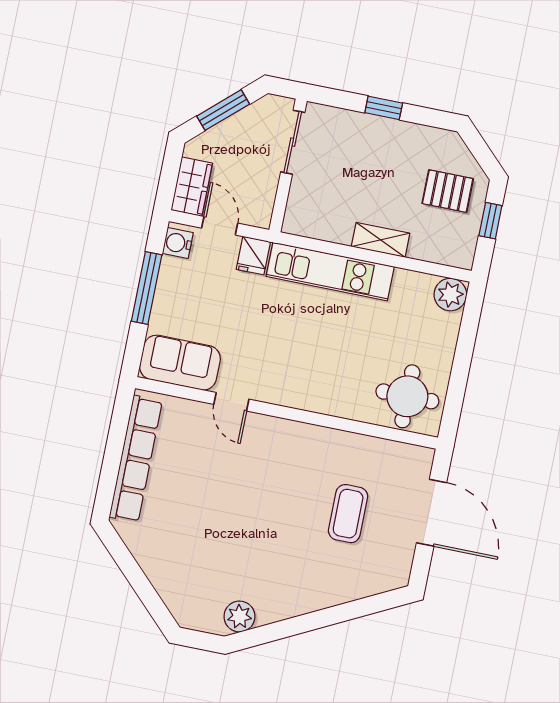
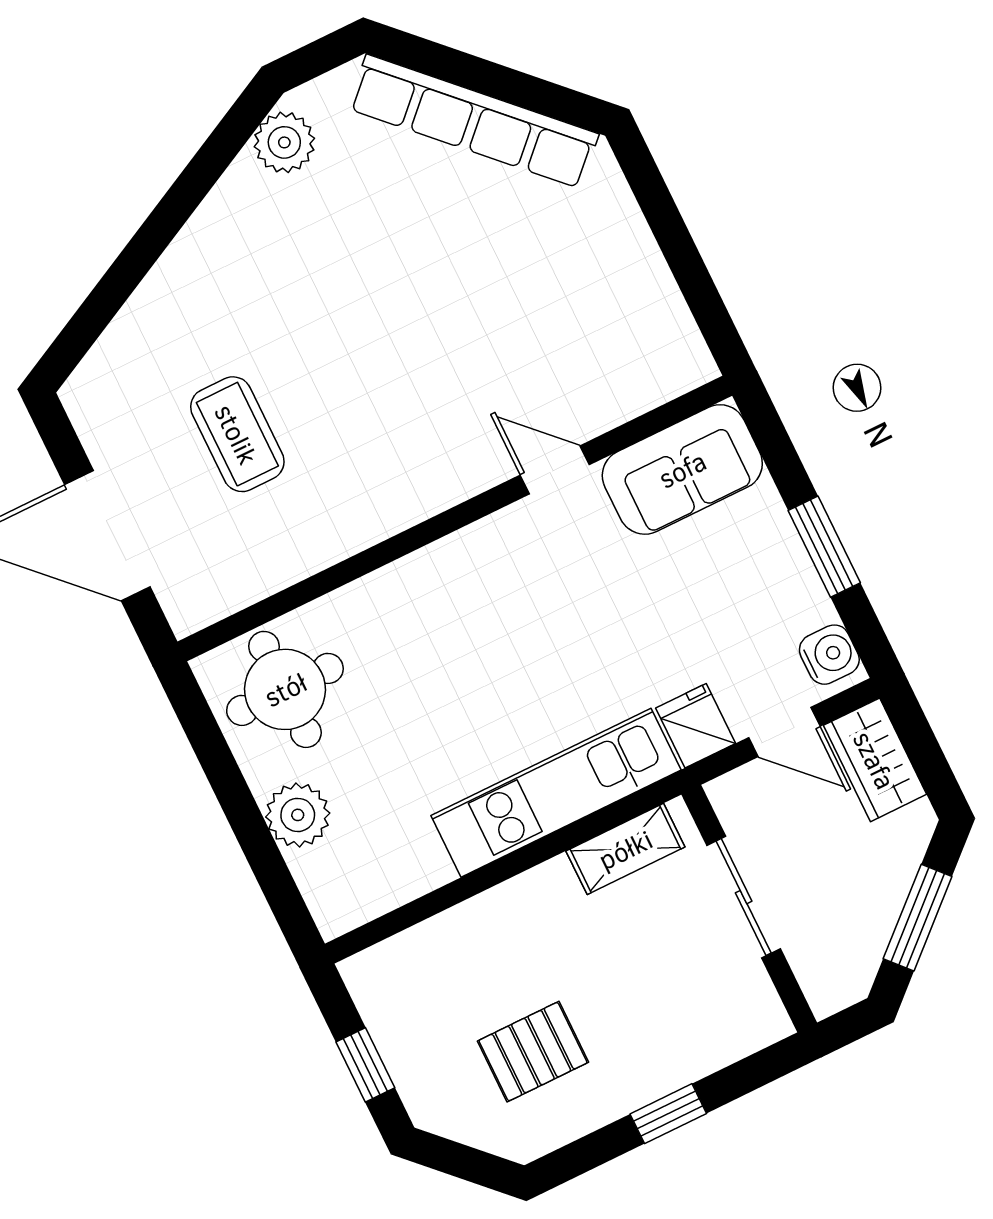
sliding door: (293, 142) -> (744, 897), moved
pallet: (448, 191) -> (533, 1052), moved
shelving: (381, 240) -> (625, 849), moved
window: (147, 288) -> (824, 547), width x0.69
plant: (450, 295) -> (298, 815), moved
row of seats: (136, 459) -> (473, 121), moved, turned -45

